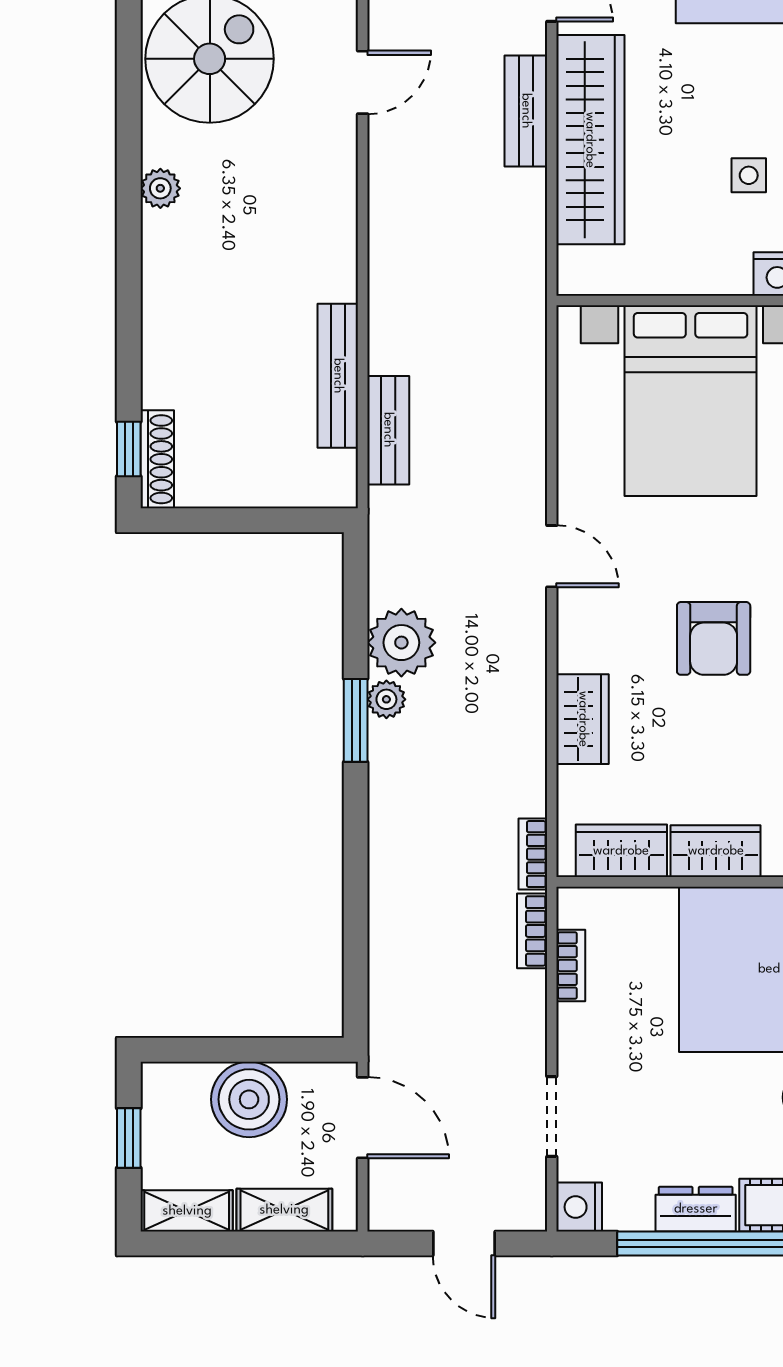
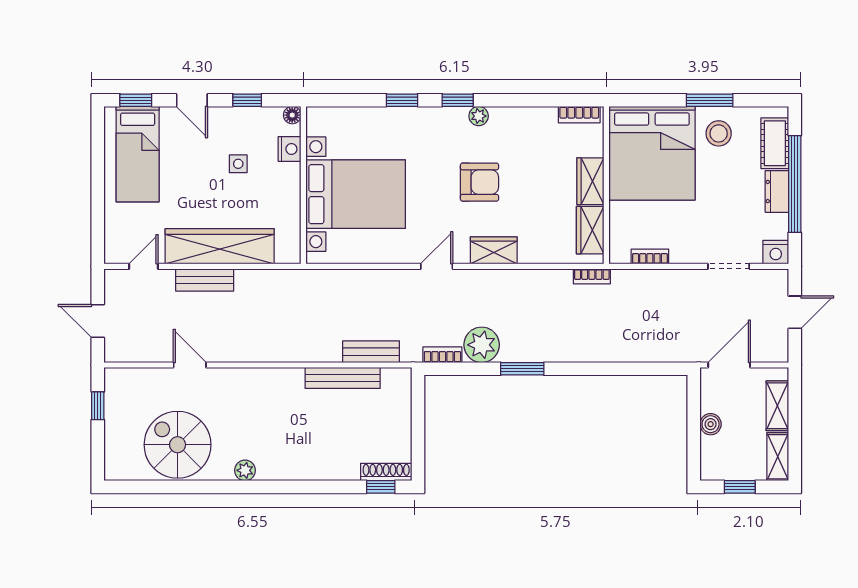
plant: (386, 699) -> (511, 353), removed
wardrobe: (583, 719) -> (494, 250), moved
bookcase: (532, 931) -> (442, 355), moved, turned 180
boiler: (249, 1099) -> (711, 424), width x0.54, depth x0.54

